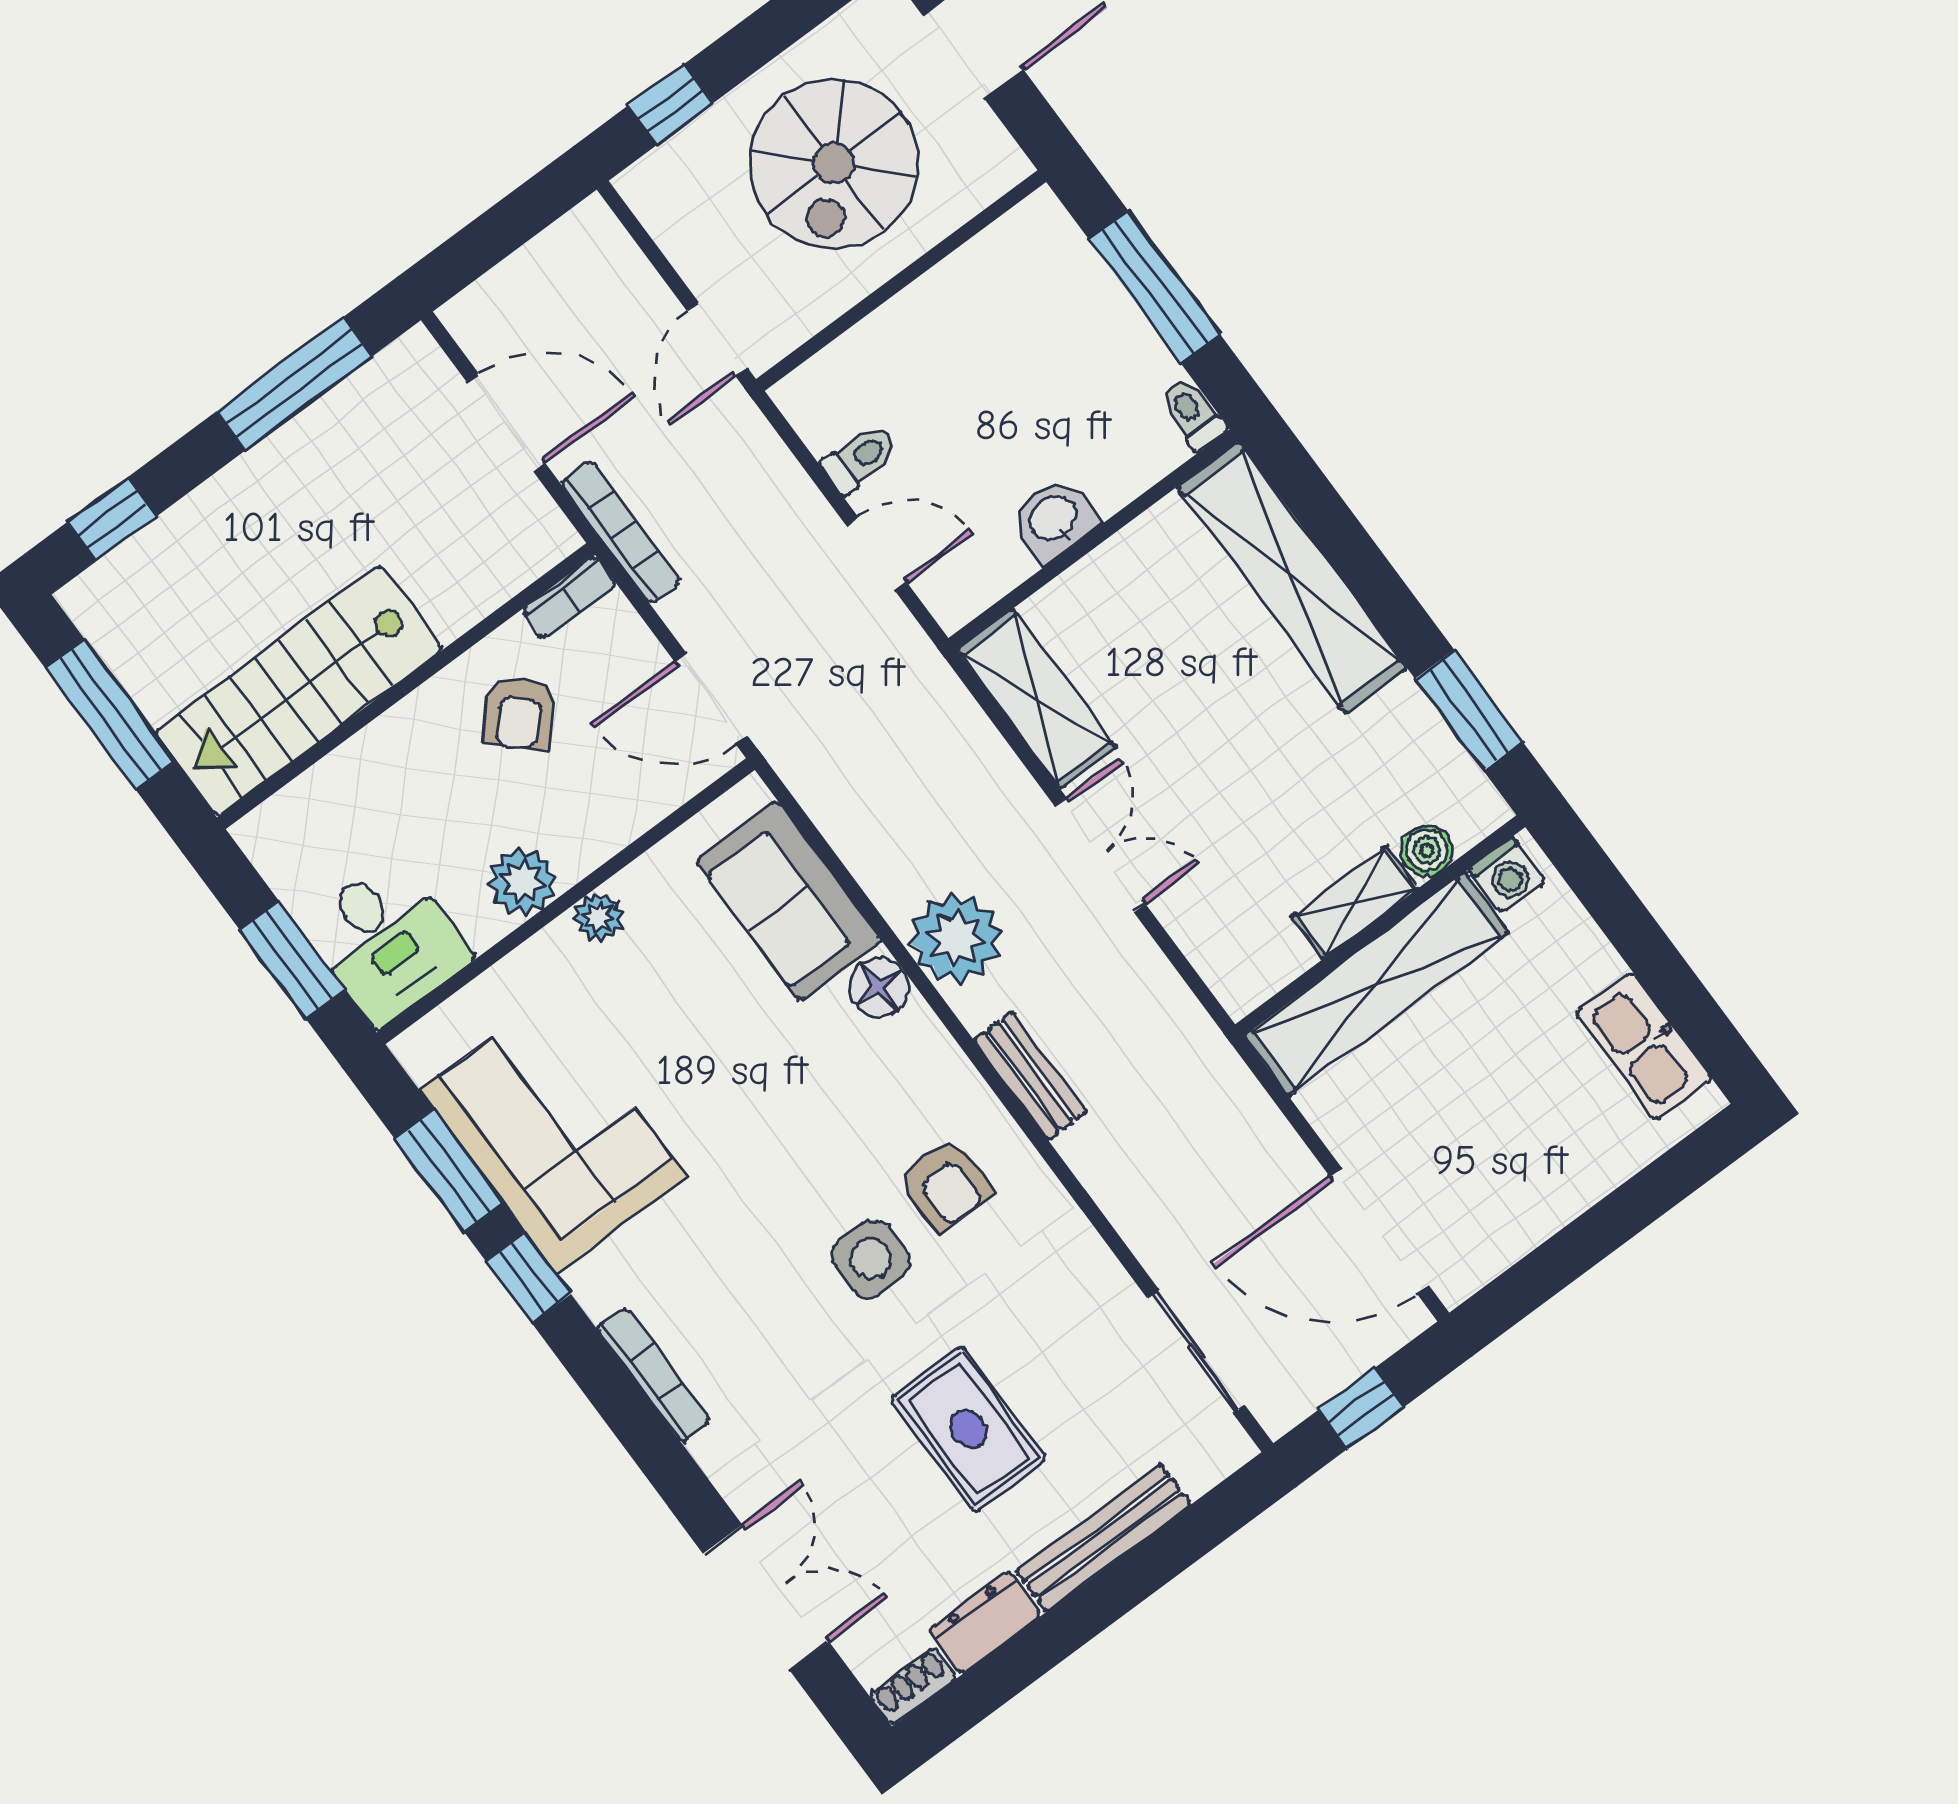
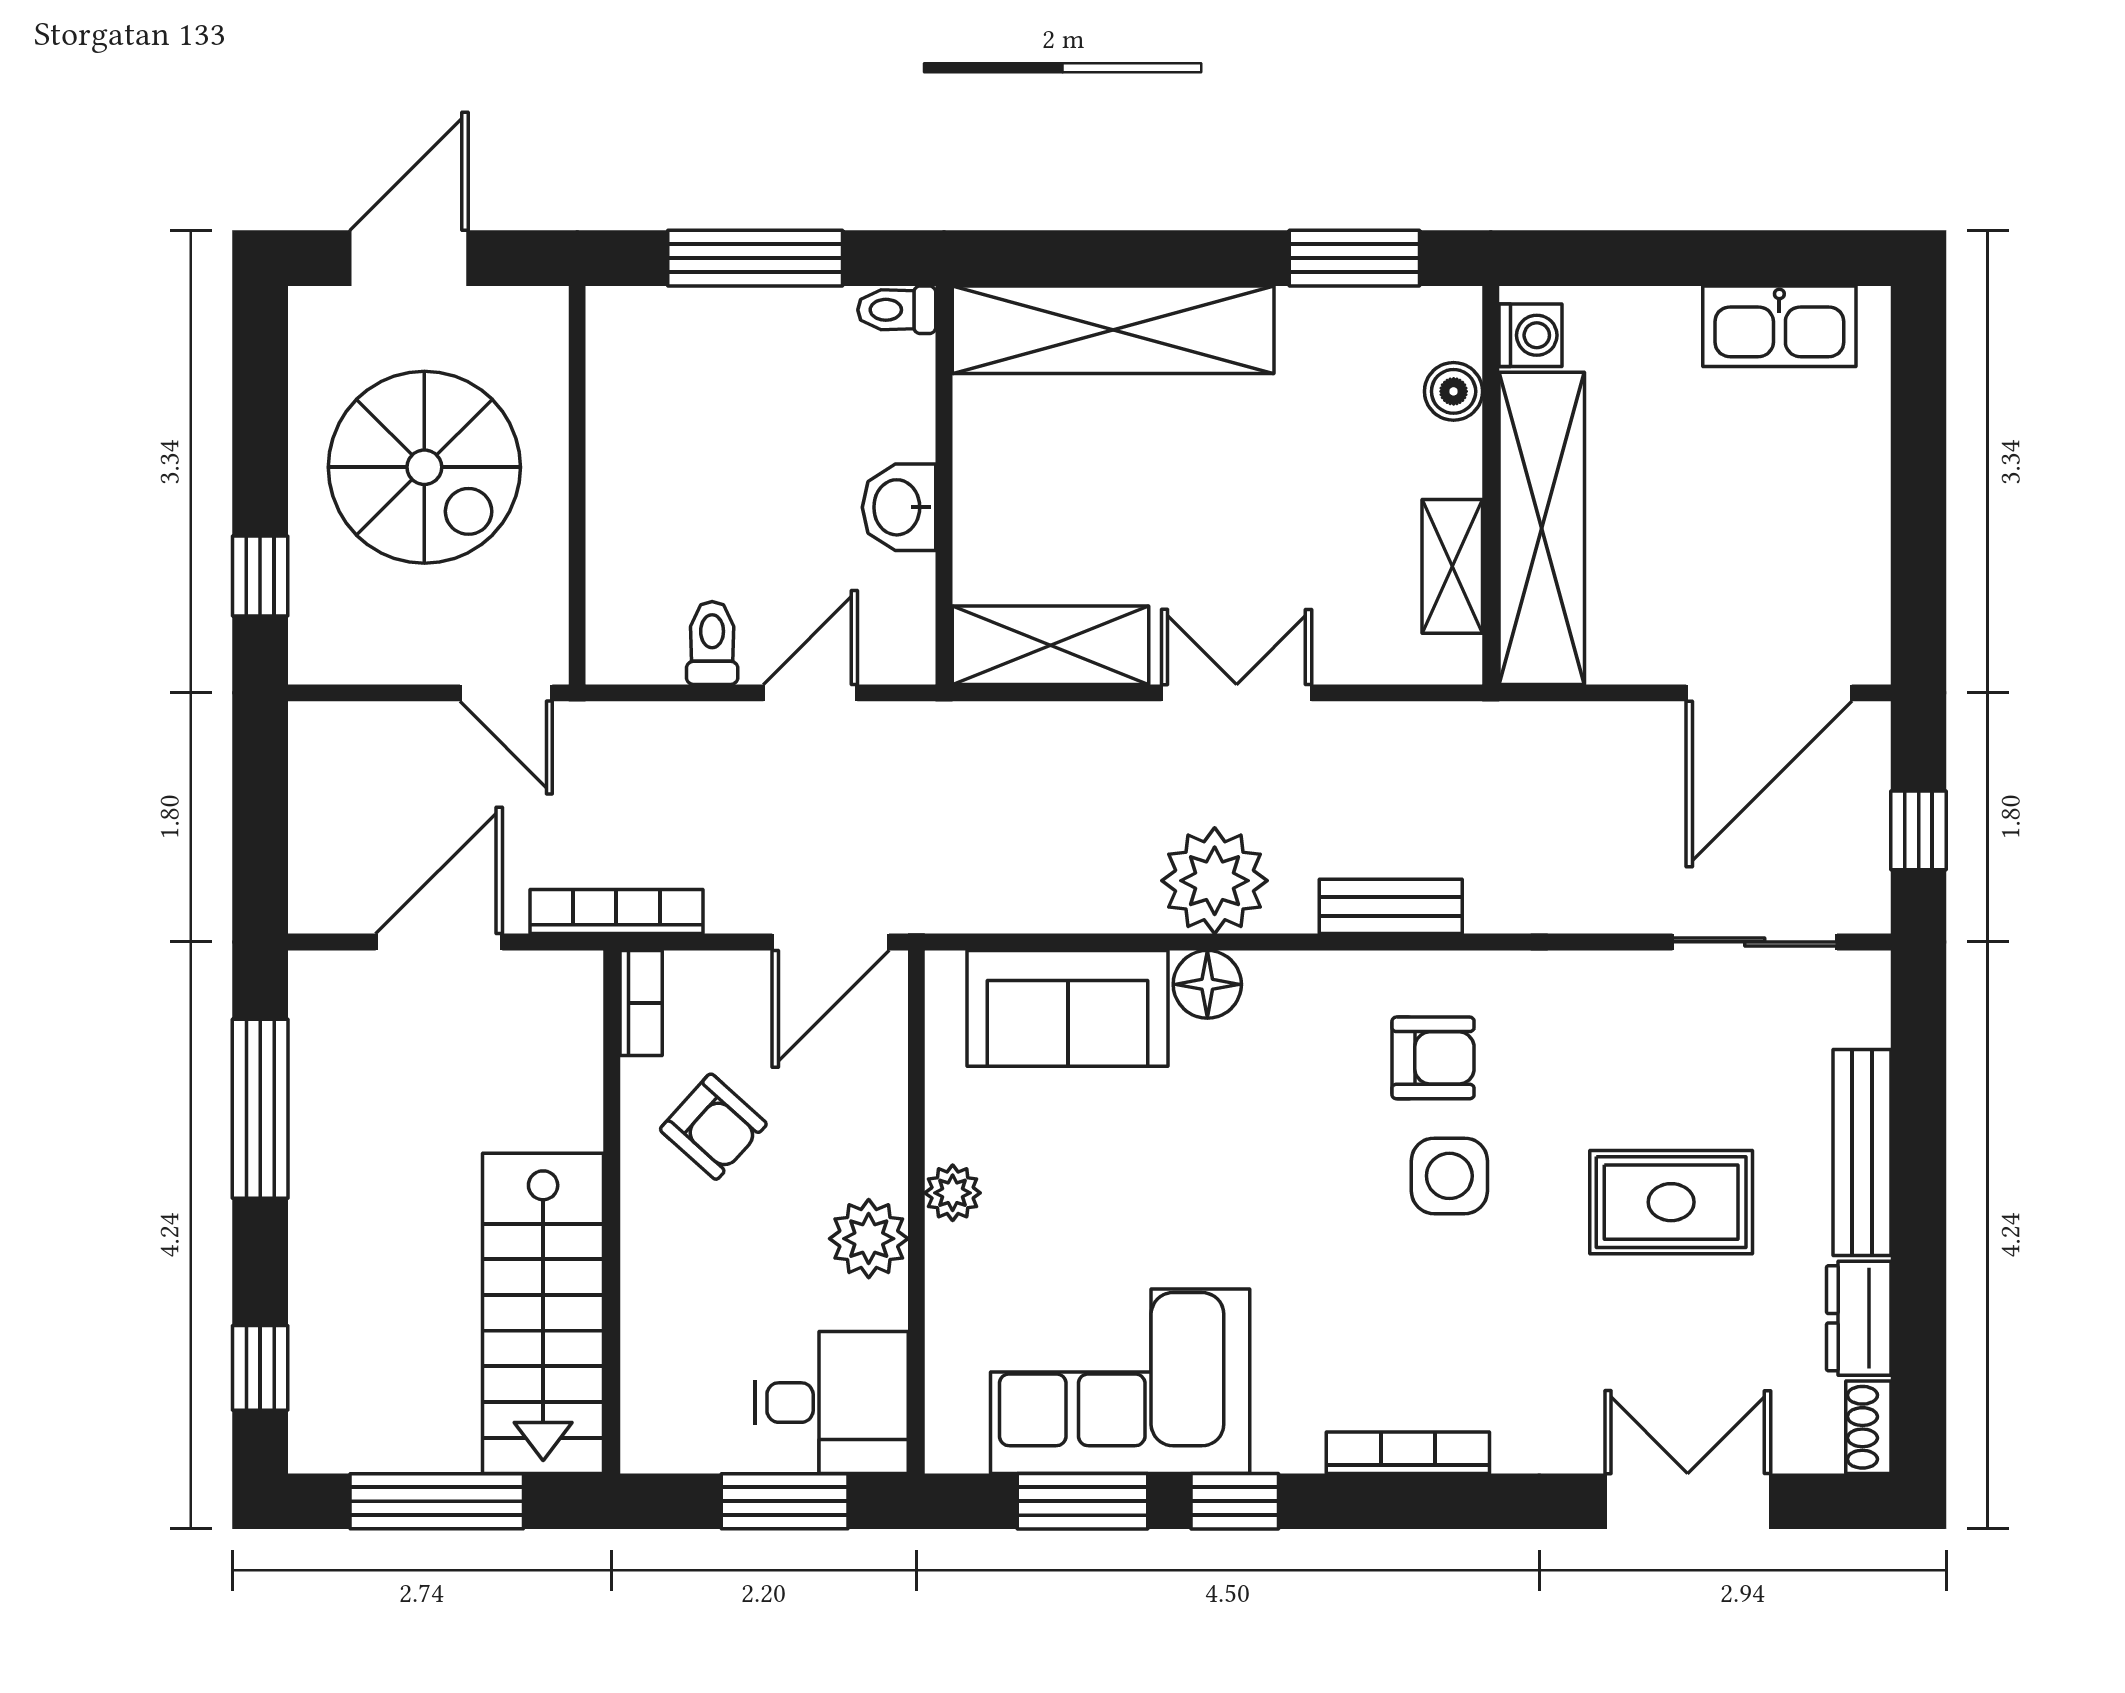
shelving: (1355, 903) -> (1452, 566), moved

